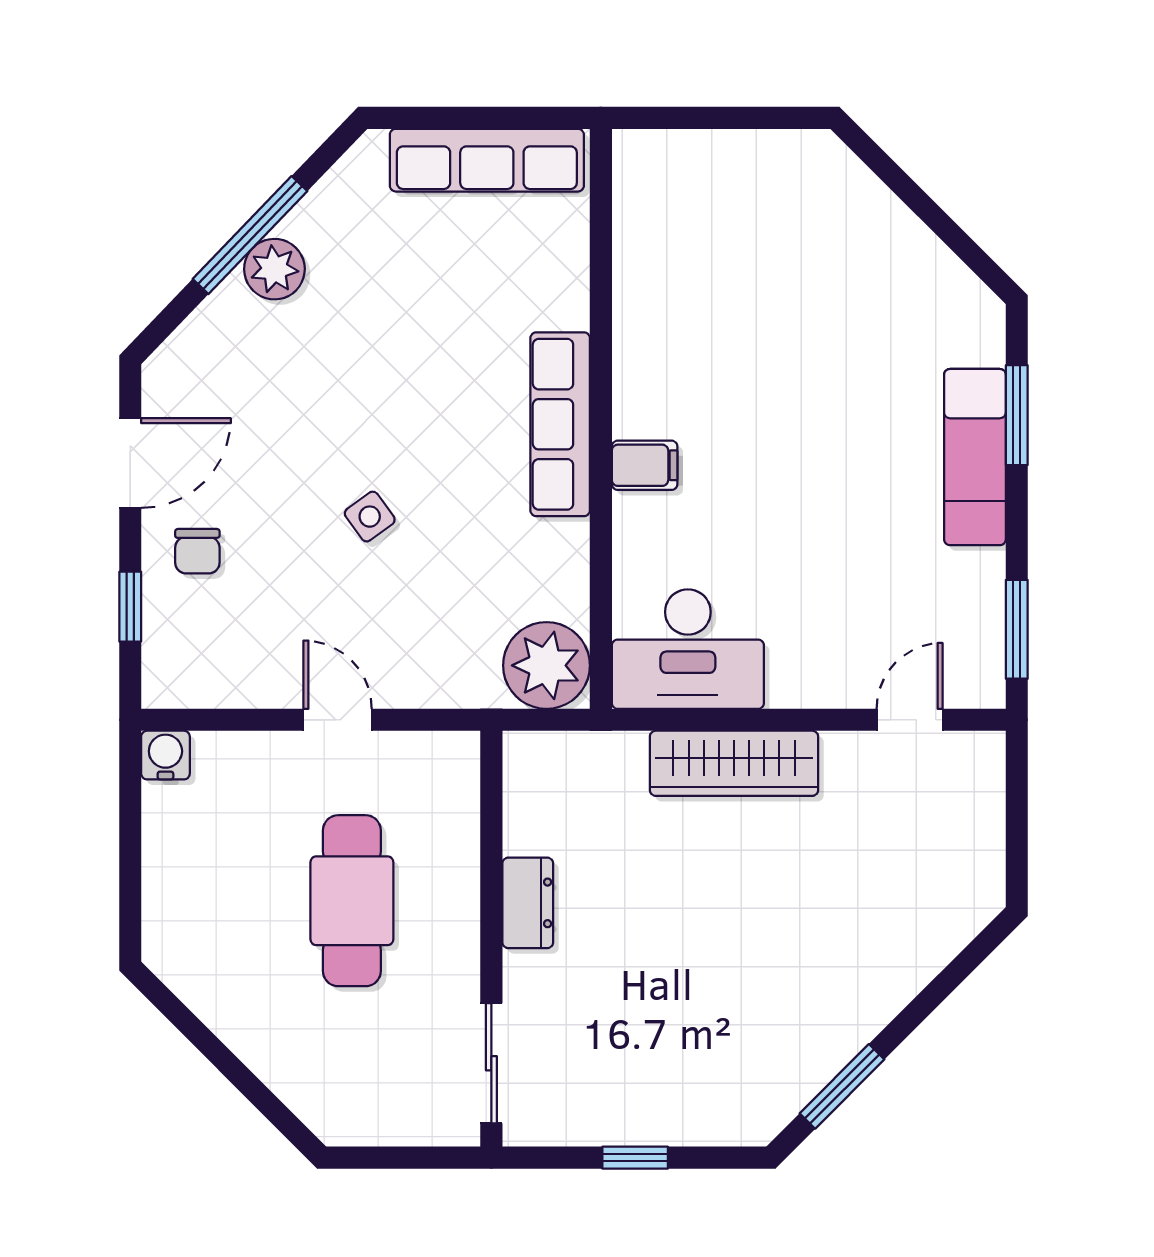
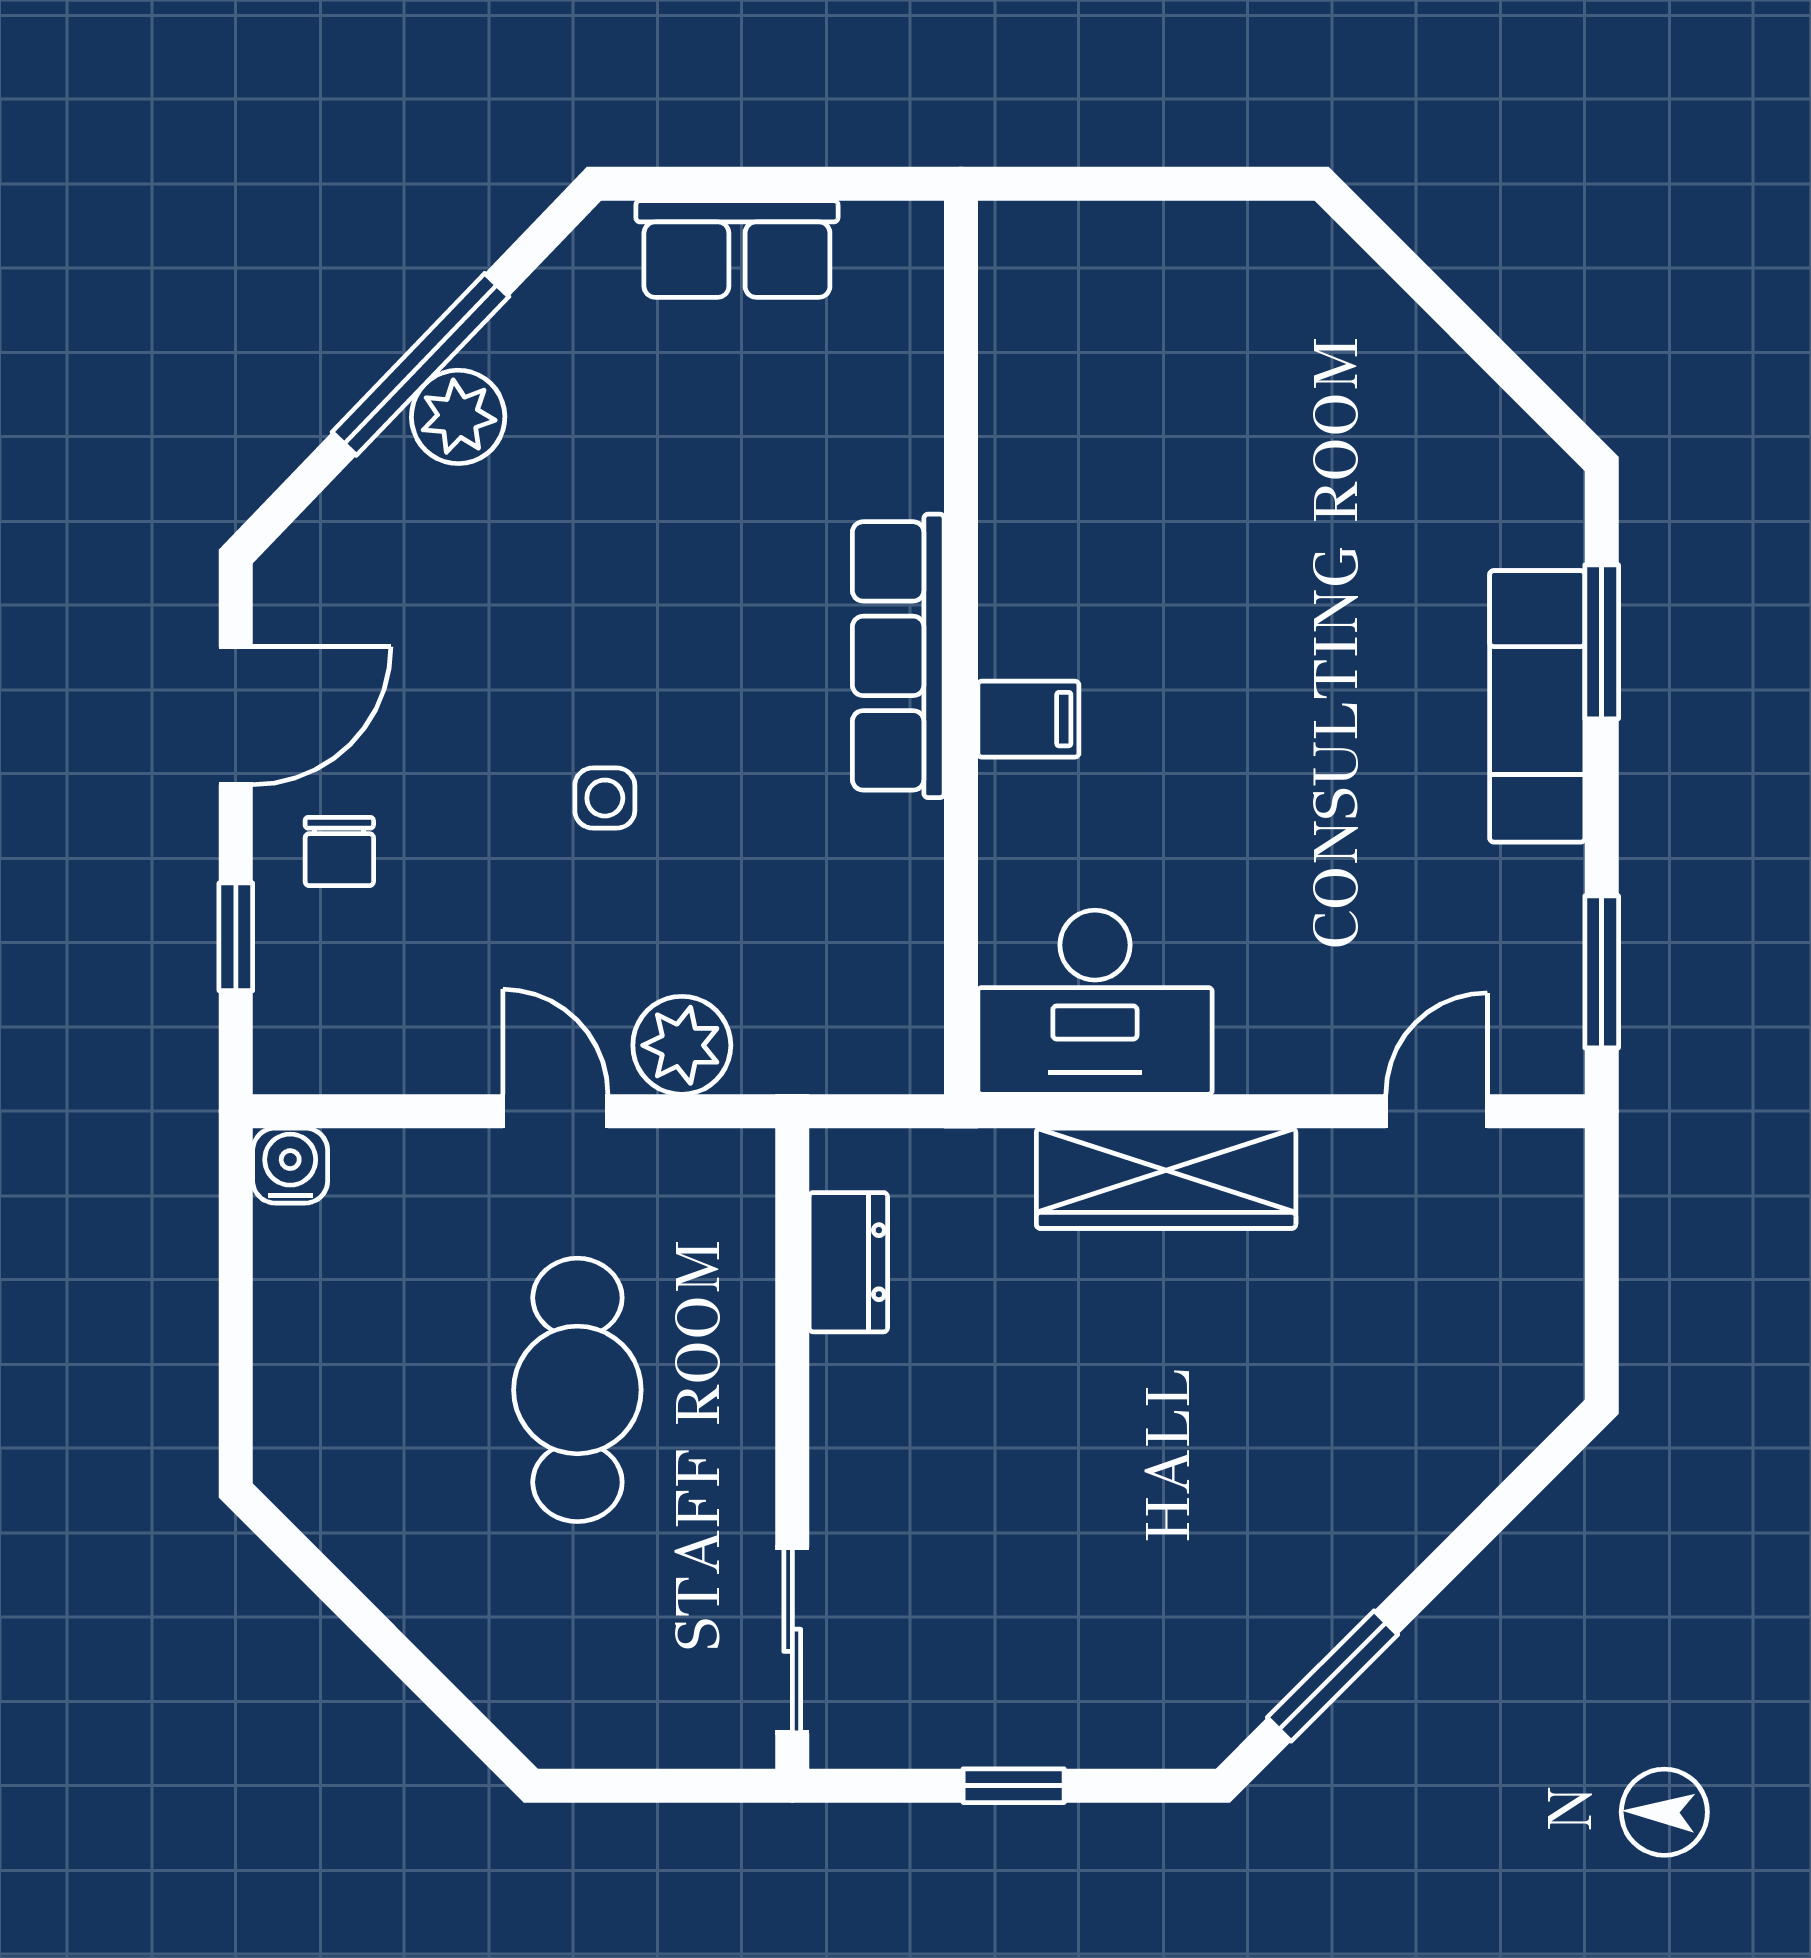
row of seats: (487, 160) -> (737, 249), width x0.68
side table: (370, 517) -> (605, 798), turned 36
plant: (546, 665) -> (682, 1045), moved, width x0.73, depth x0.73
dresser: (528, 903) -> (848, 1262), moved

